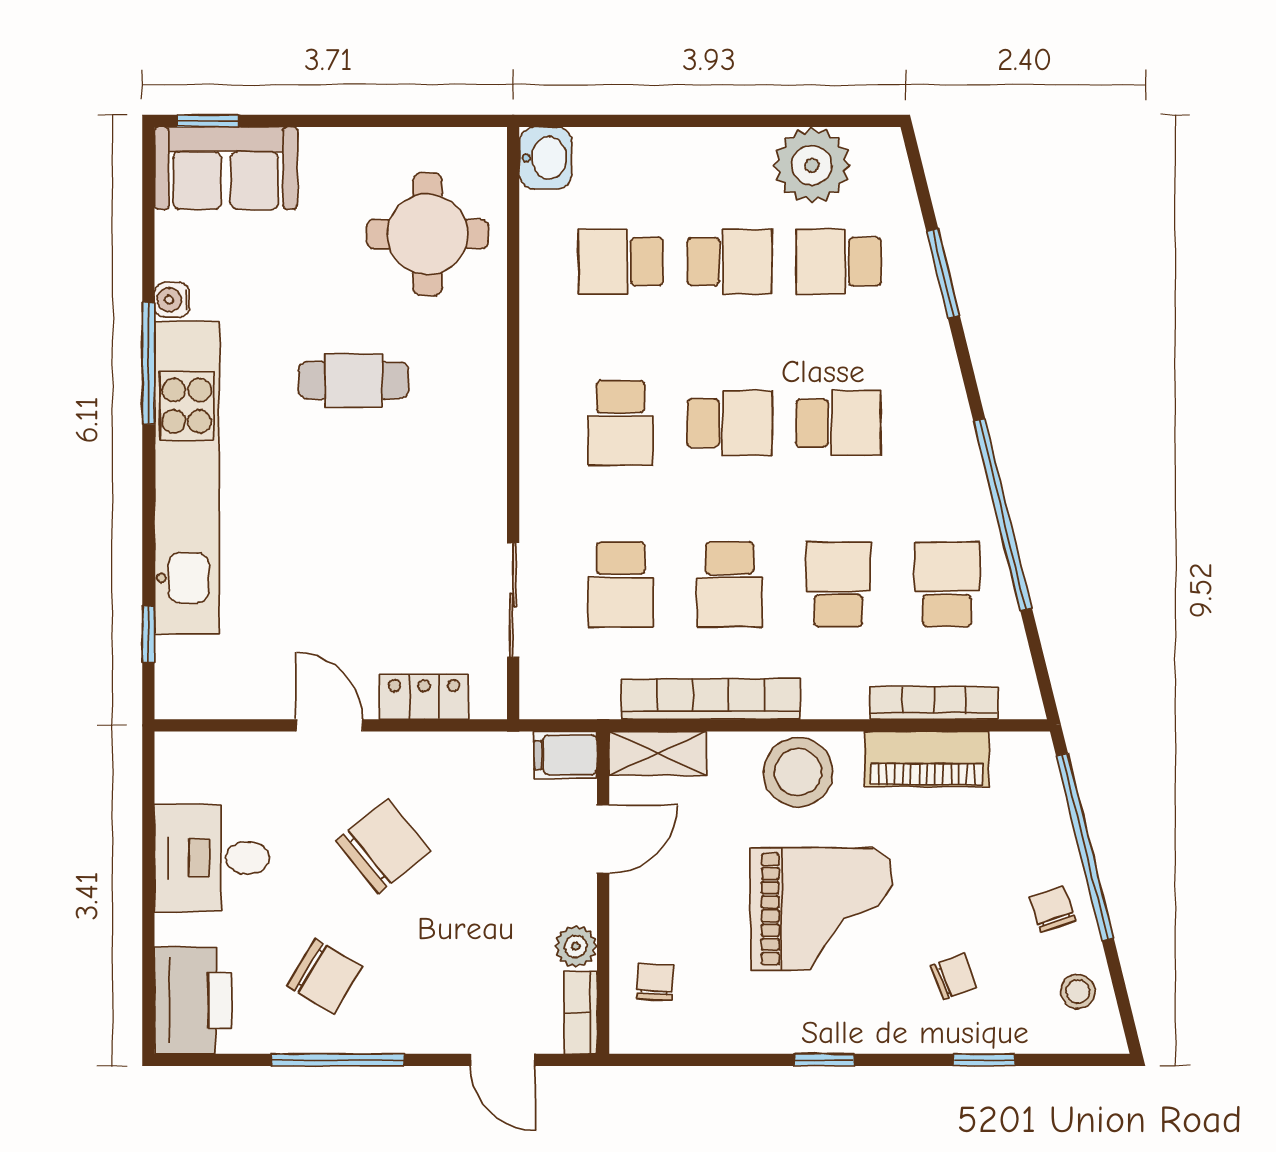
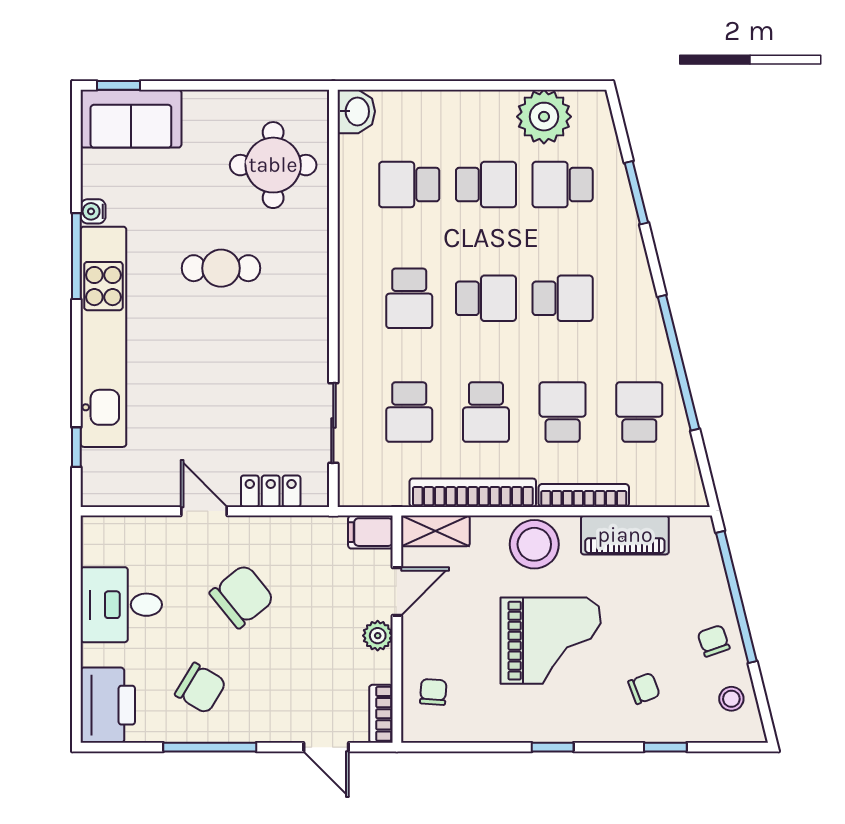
bookcase: (934, 703) -> (584, 495), moved
plant: (576, 946) -> (378, 636), moved

